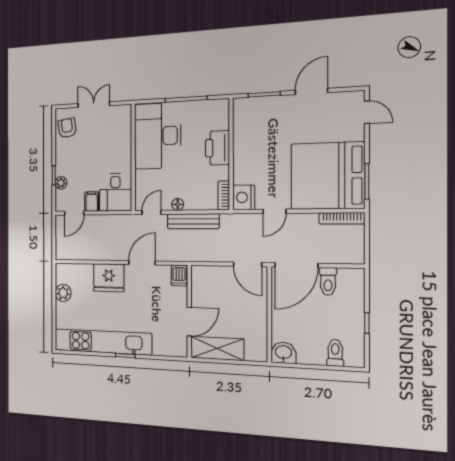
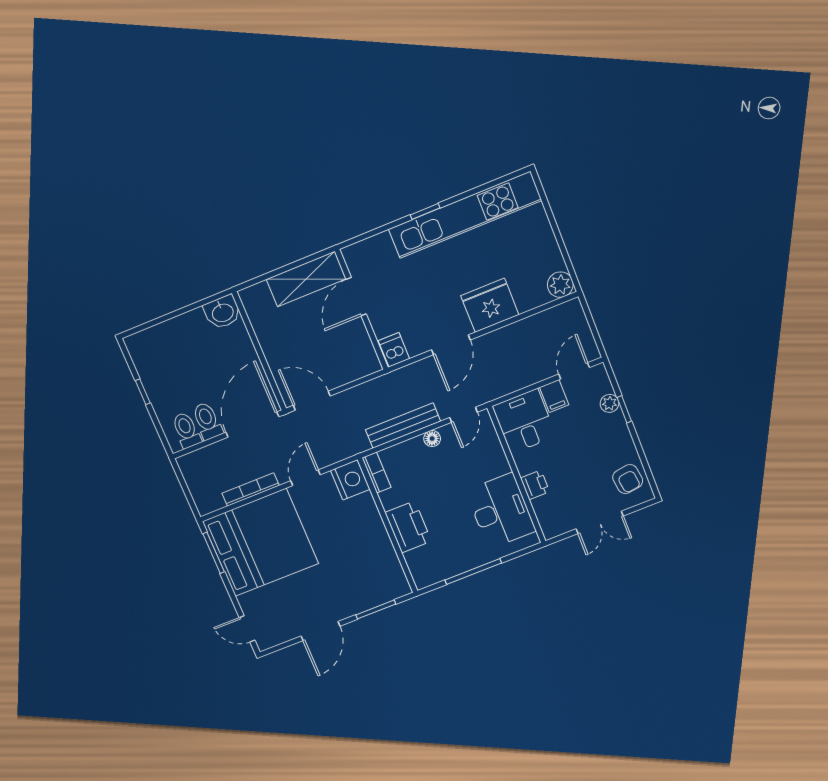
desk: (158, 136) -> (501, 511), width x0.73, depth x0.77
printer: (124, 146) -> (535, 485), added
bookcase: (342, 218) -> (251, 489), moved
plant: (63, 293) -> (560, 285), moved
toilet: (335, 353) -> (186, 430), moved, turned 180

